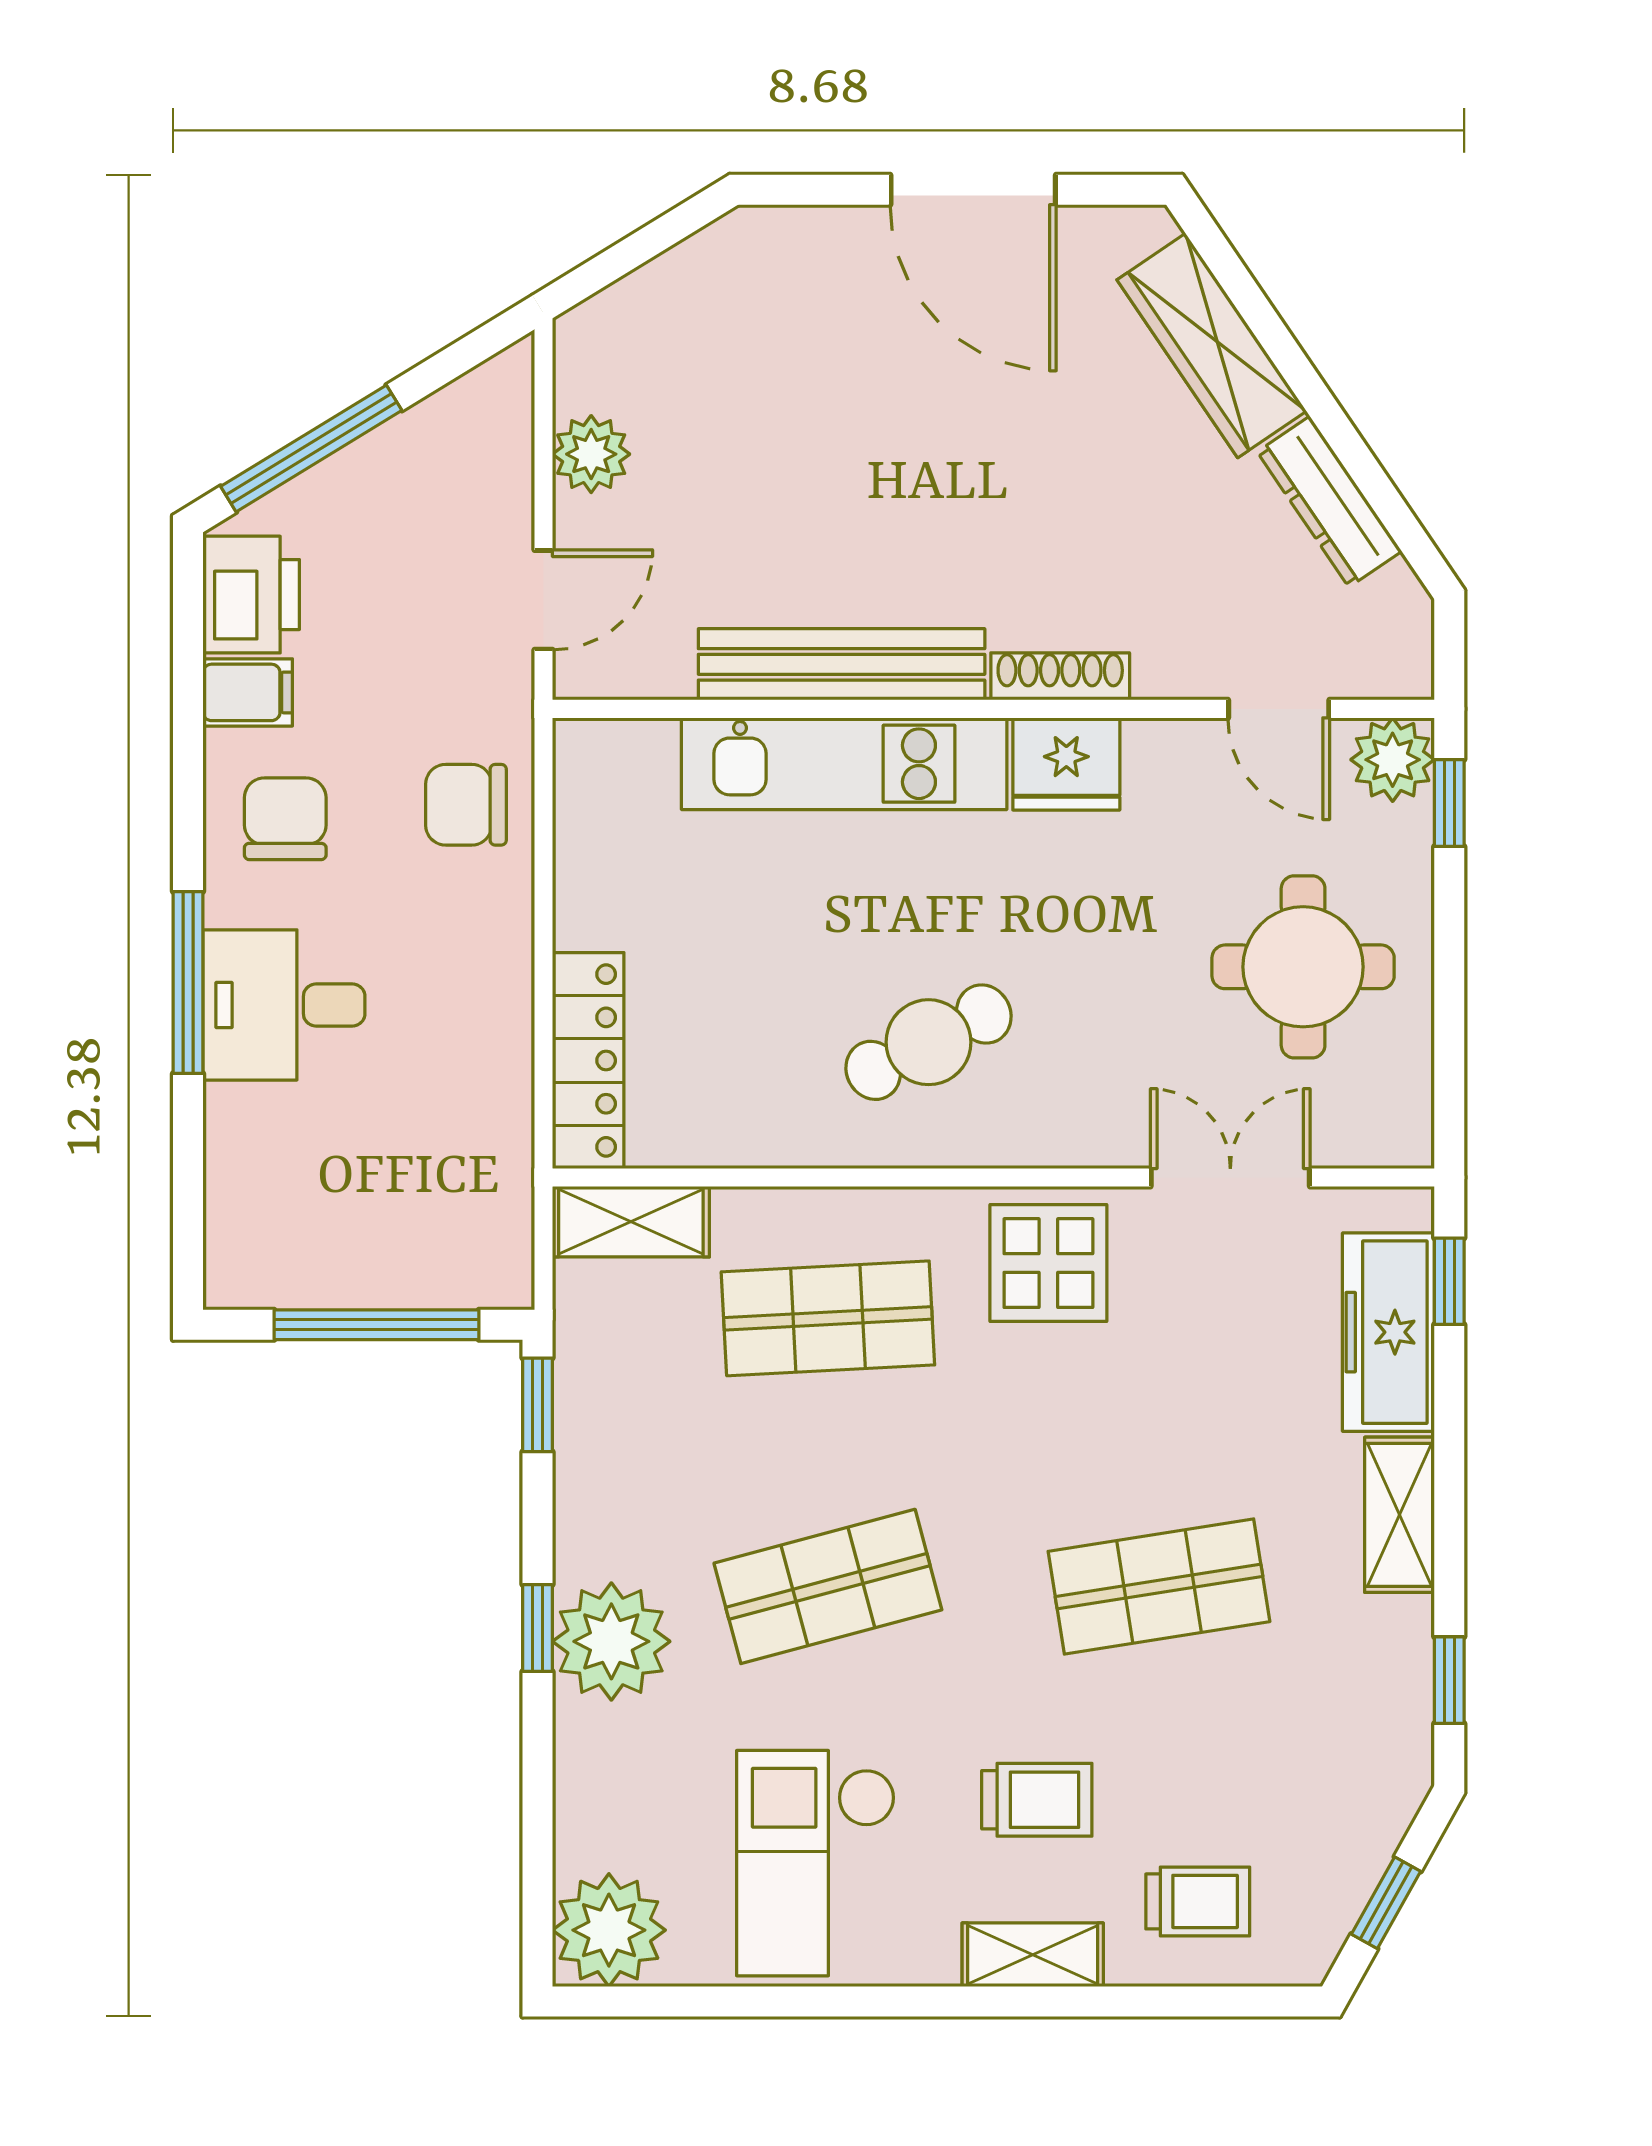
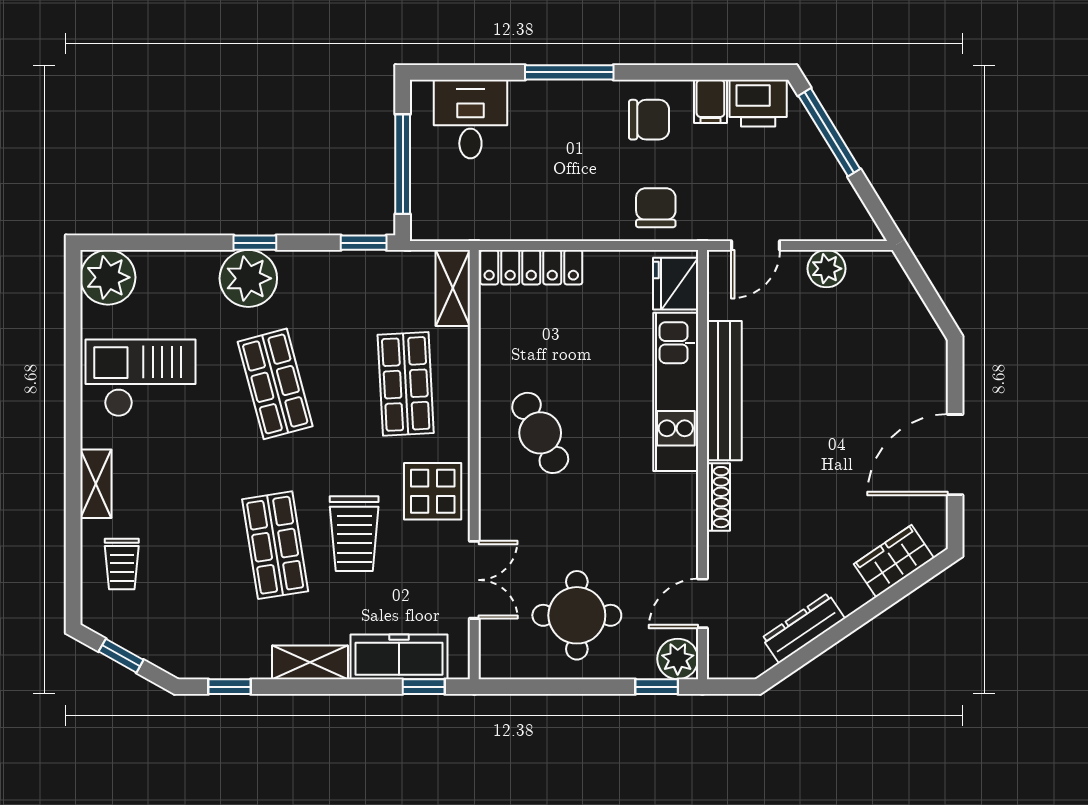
wardrobe: (1212, 345) -> (894, 561), width x0.67
door: (544, 600) -> (756, 245), hinge flipped
fridge: (1066, 764) -> (676, 284), moved
desk: (284, 1005) -> (470, 119), moved
trolley: (1037, 1800) -> (354, 534), moved, width x1.36, depth x1.39

